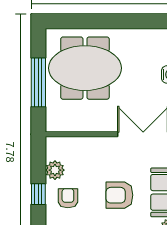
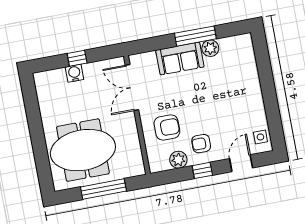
meeting table: (85, 68) -> (83, 150), turned 90
armchair: (119, 195) -> (167, 128), moved, turned -90

